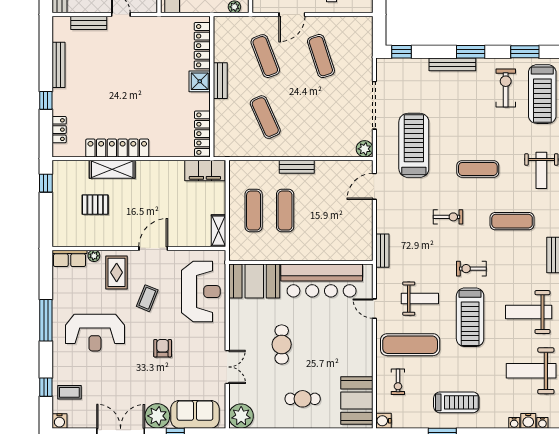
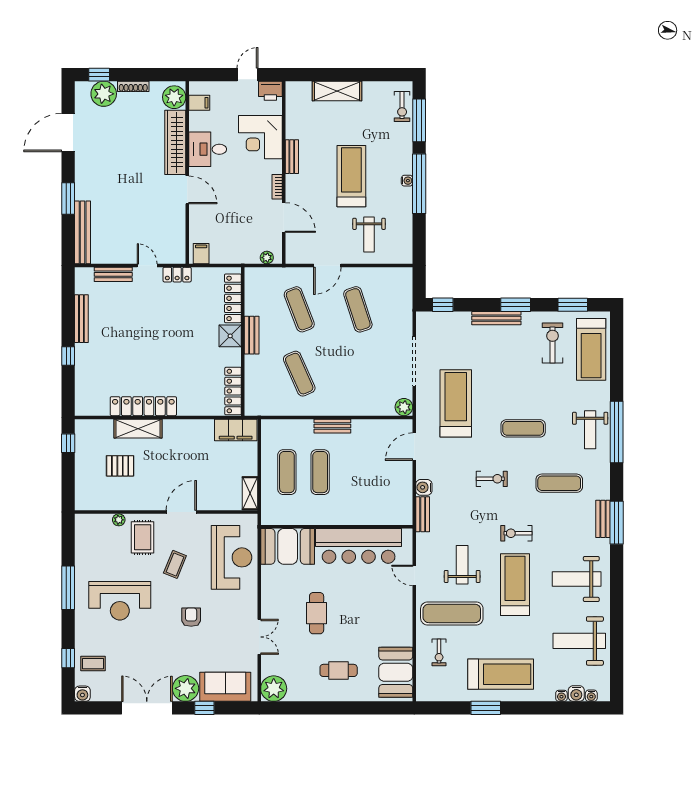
locker: (59, 130) -> (177, 275), moved, turned 90
row of seats: (69, 258) -> (93, 522), removed
weight bench: (420, 299) -> (462, 565), turned -90
treadmill: (470, 317) -> (515, 585), turned 180
treadmill: (456, 402) -> (501, 674), width x1.37, depth x1.38
water cooler: (384, 421) -> (424, 487), moved

